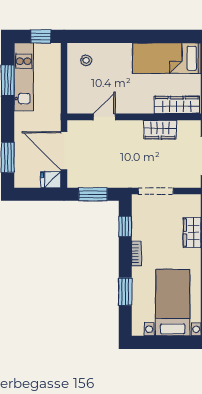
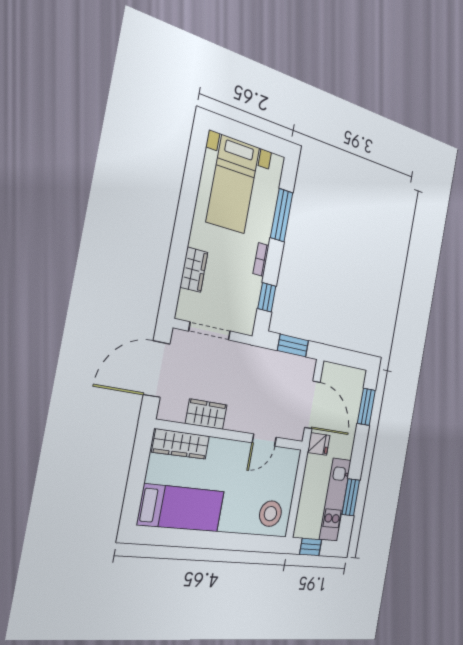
stool: (86, 60) -> (270, 514), width x1.89, depth x1.89
fridge: (51, 179) -> (319, 444), moved
doorway: (156, 191) -> (210, 331), moved
window: (125, 292) -> (282, 215), width x1.44

